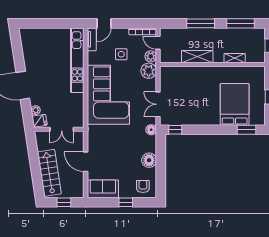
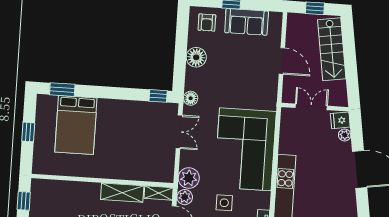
shelving: (235, 58) -> (159, 193), moved
sofa: (103, 189) -> (247, 22), moved

